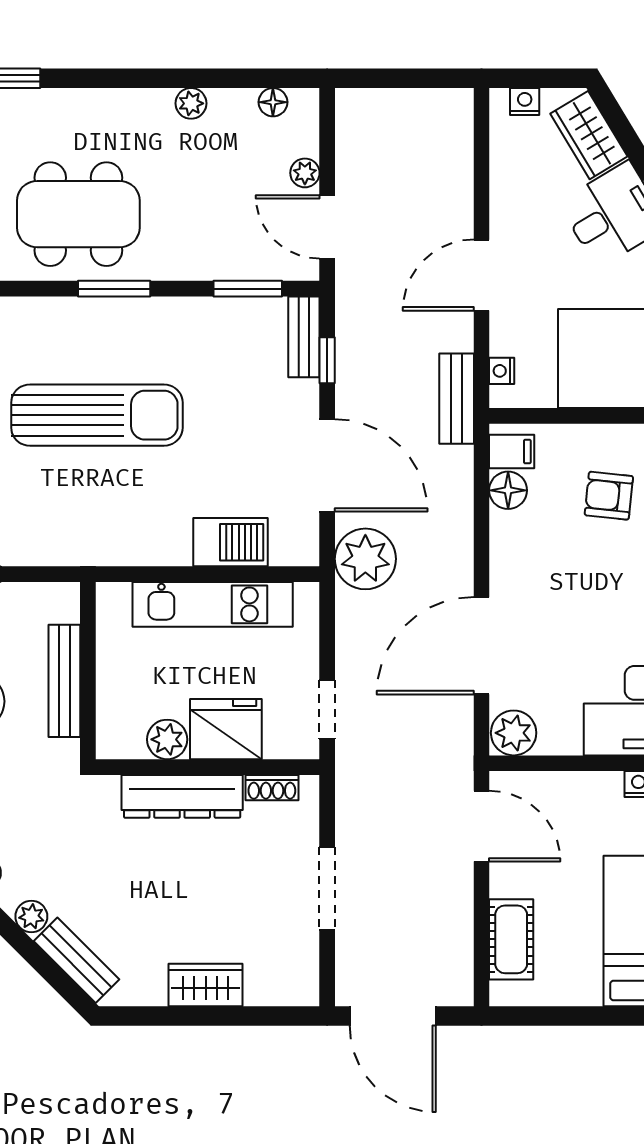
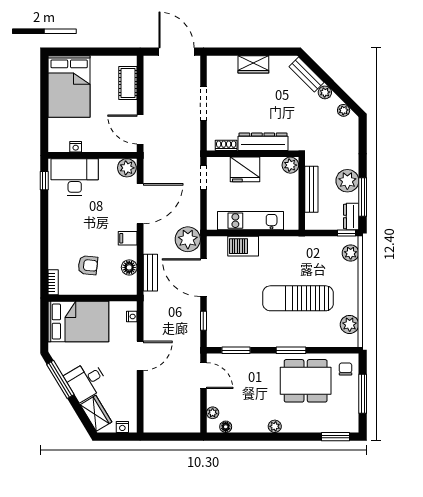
plant: (191, 103) -> (275, 426), moved
plant: (305, 173) -> (213, 413), moved
bench: (304, 337) -> (213, 330), removed
bench: (457, 399) -> (150, 273), moved
filing cabinet: (512, 452) -> (128, 238), moved
plant: (167, 739) -> (290, 165), moved

